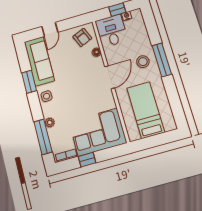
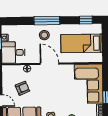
armchair: (82, 37) -> (22, 88), moved
window: (177, 108) -> (86, 20), added

